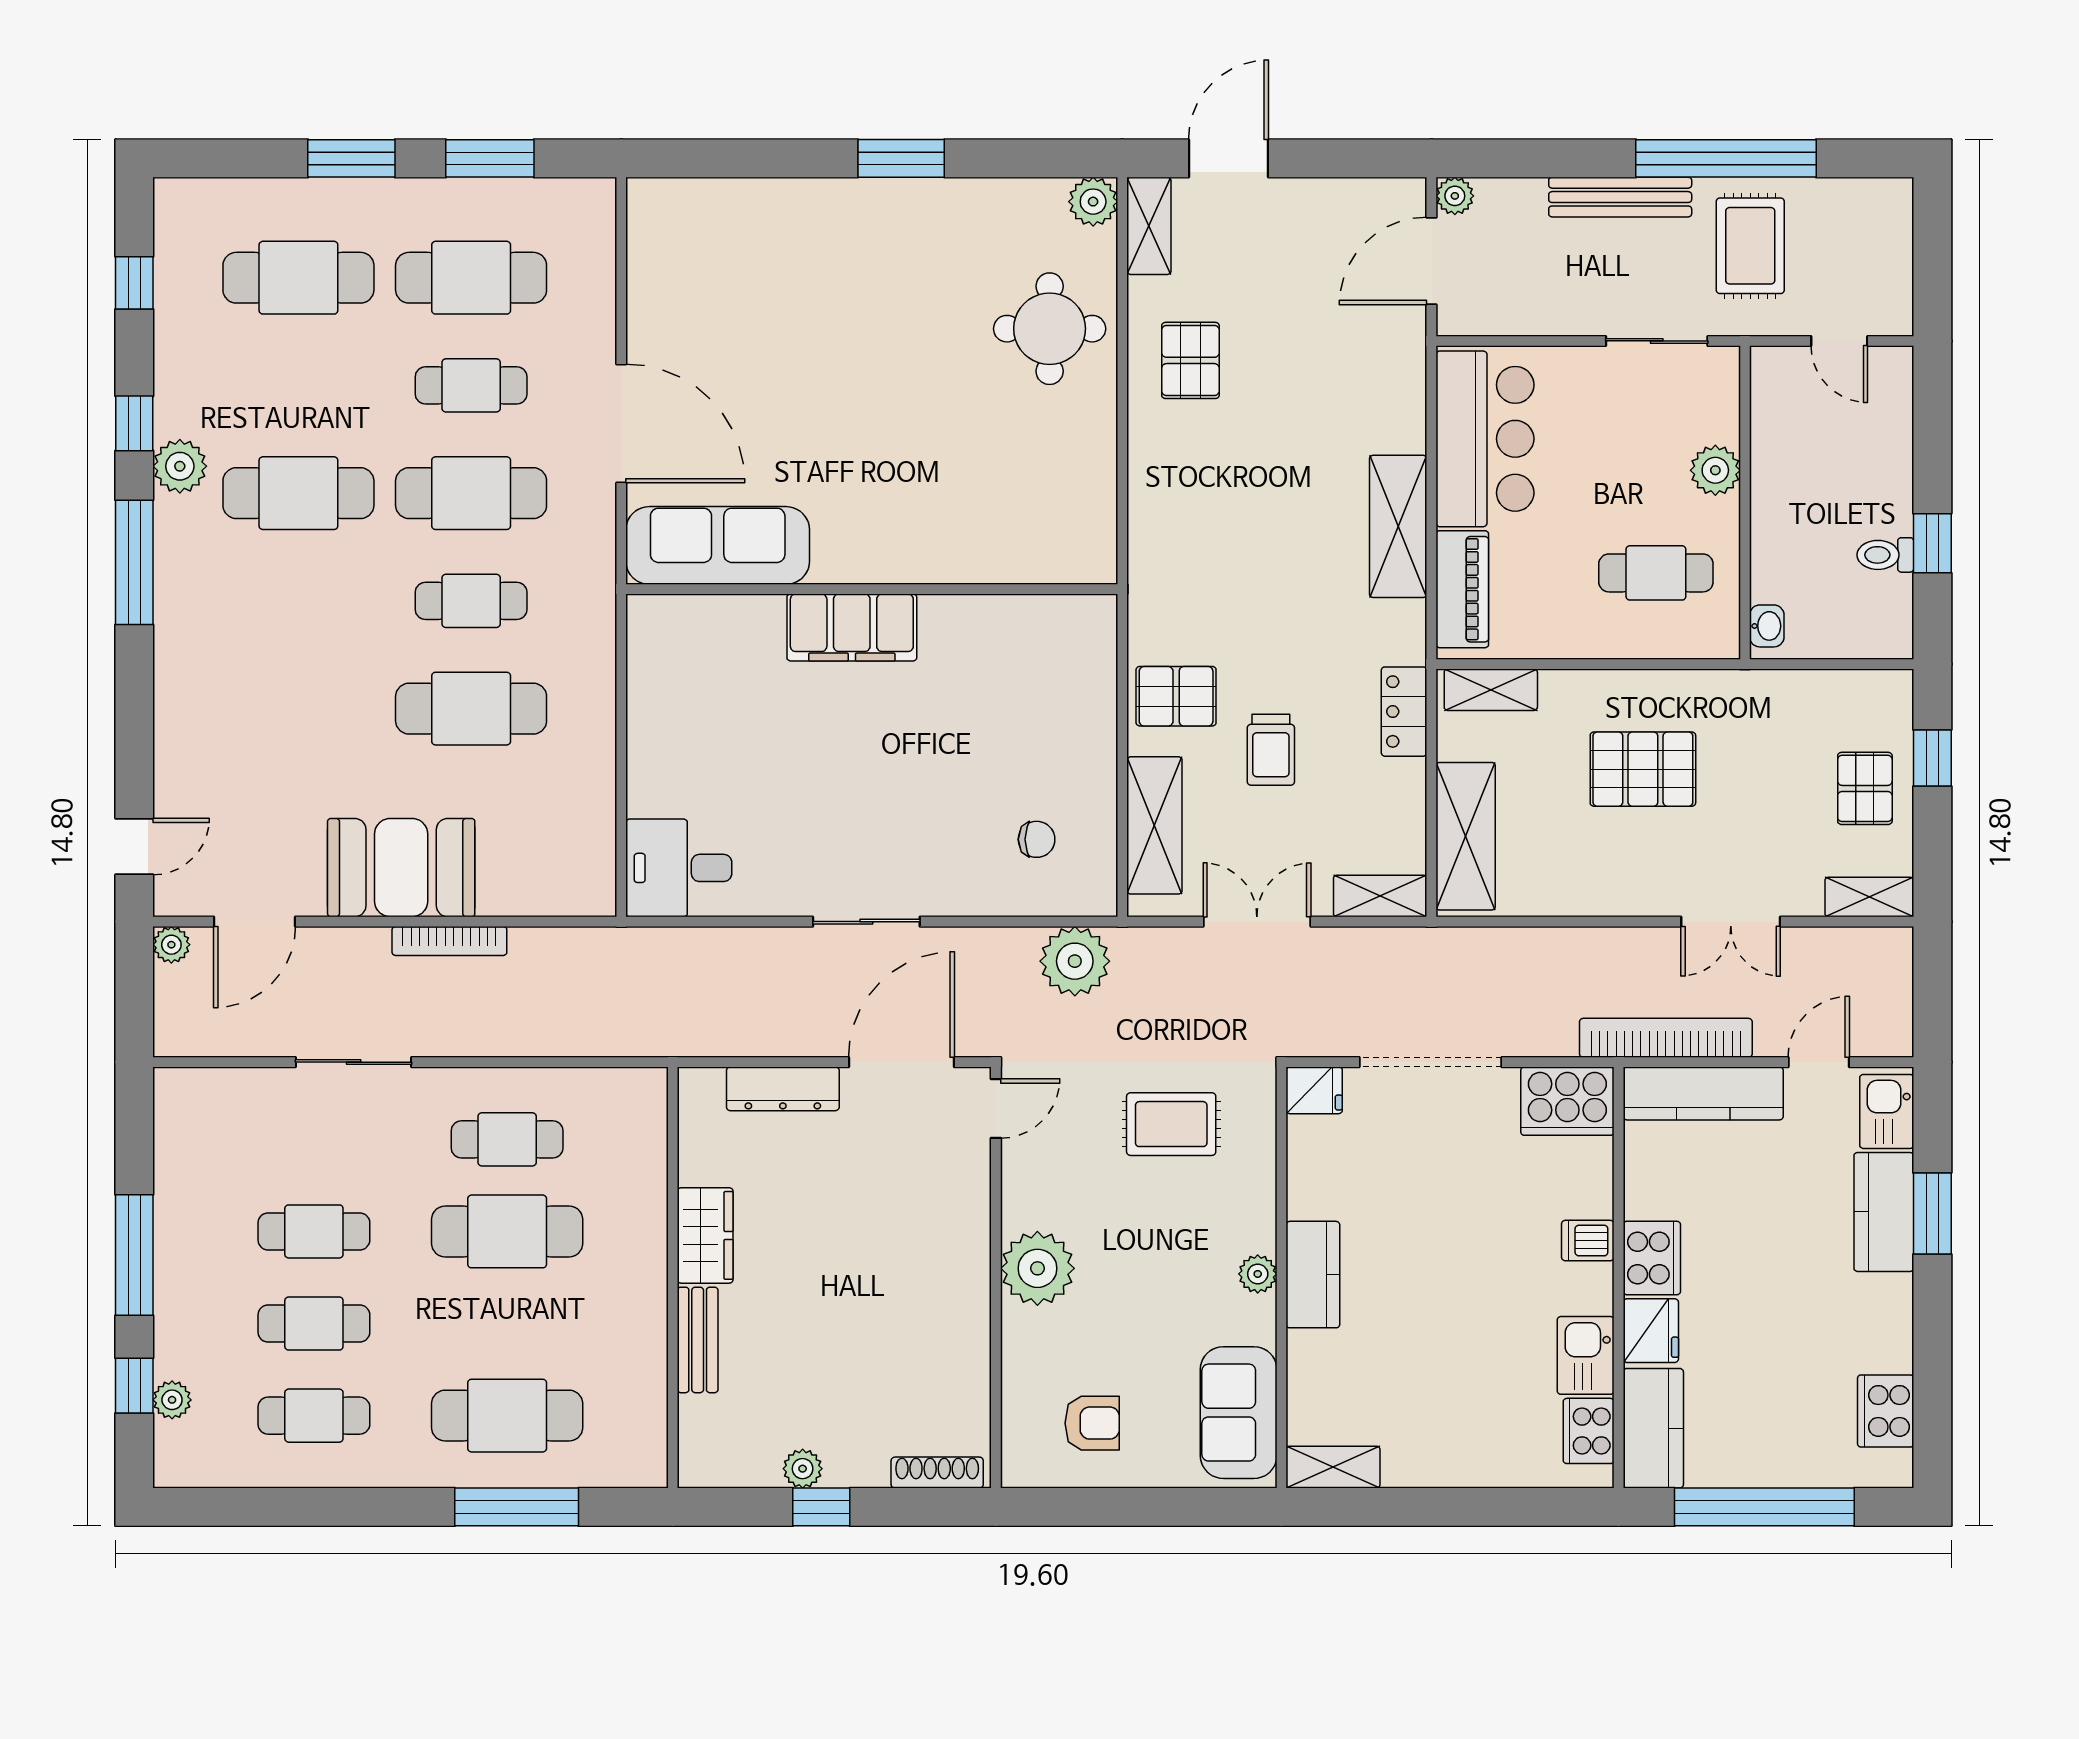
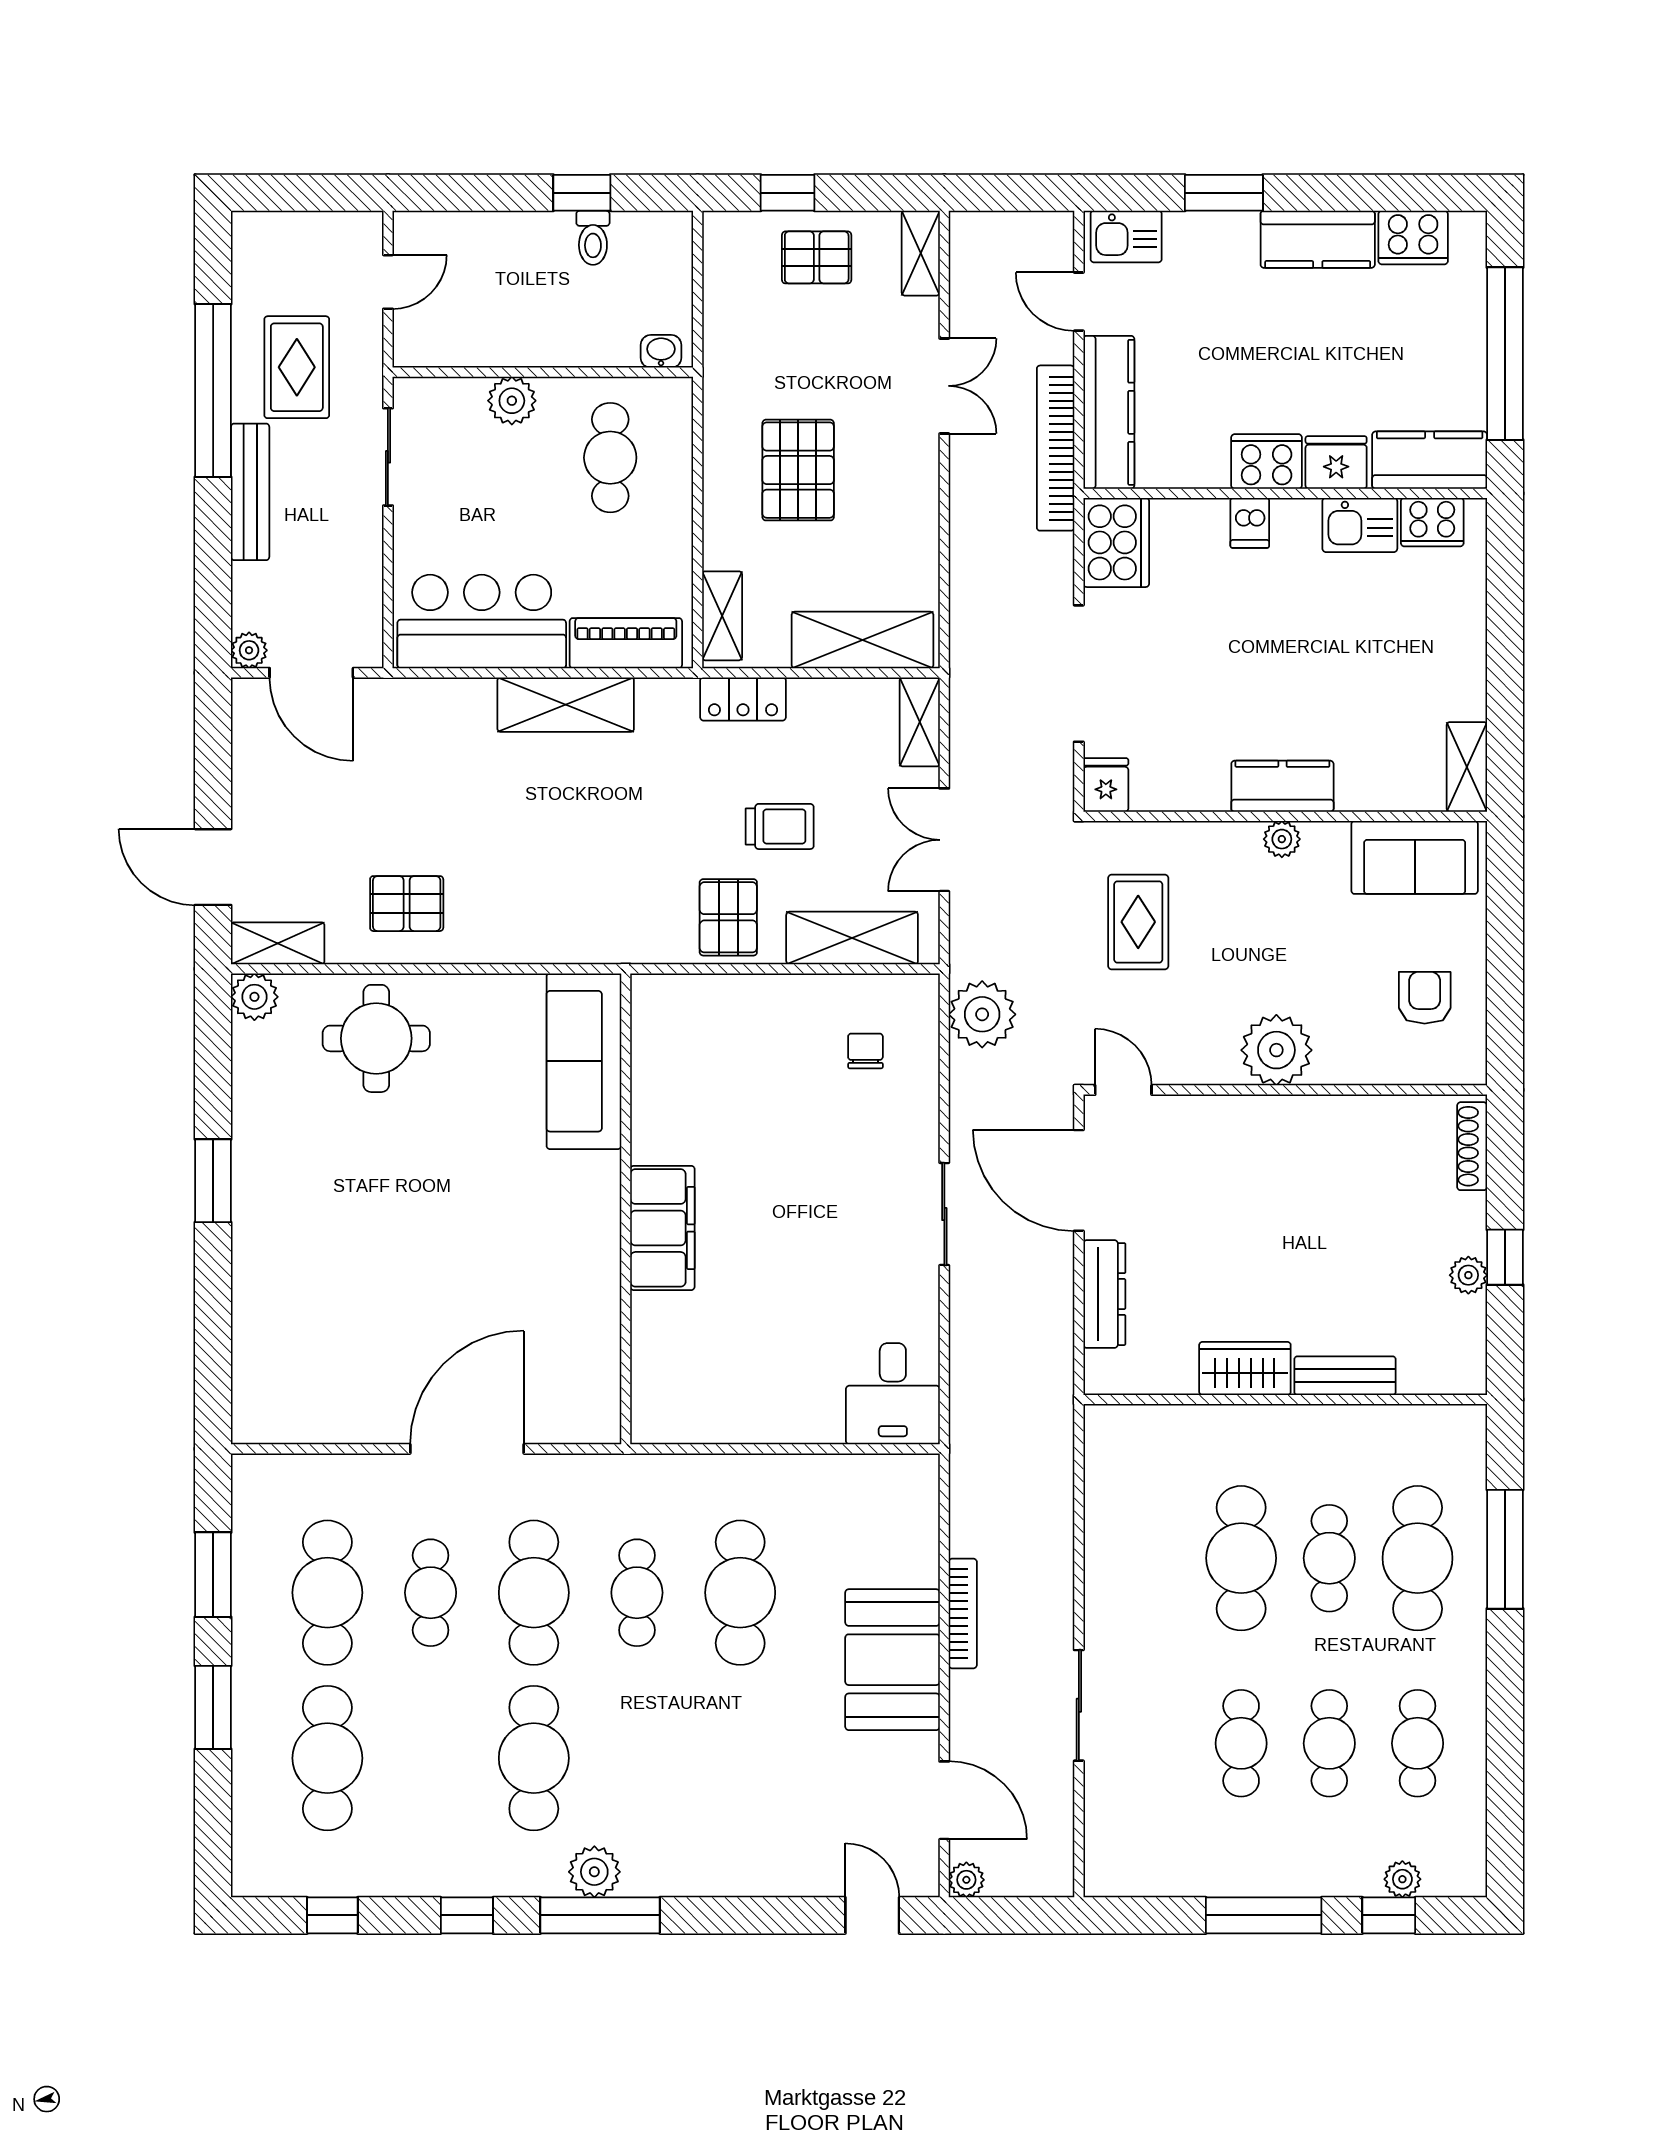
rug: (1750, 246) -> (297, 367), turned 90
plant: (180, 466) -> (594, 1872), moved
sofa: (718, 545) -> (584, 1061), moved
cafe table: (507, 1139) -> (1329, 1558), moved
kitchen counter: (1884, 1212) -> (1318, 239), moved

